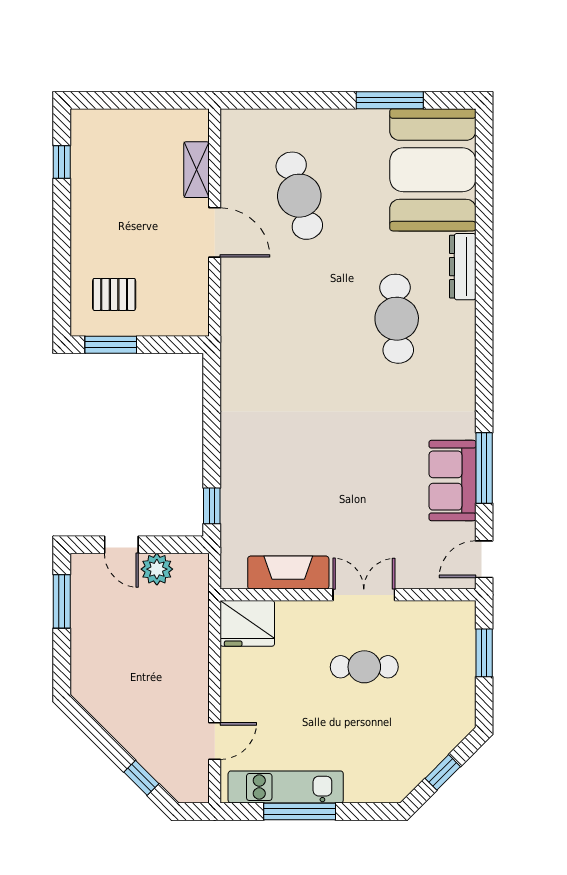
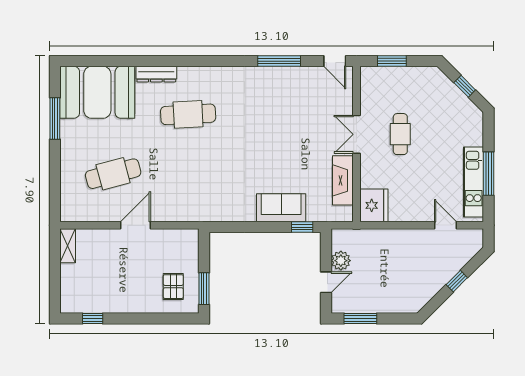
shelving: (196, 170) -> (68, 246), moved, turned 90
sofa: (452, 481) -> (281, 208), moved, turned 180
window: (141, 778) -> (457, 281), moved

